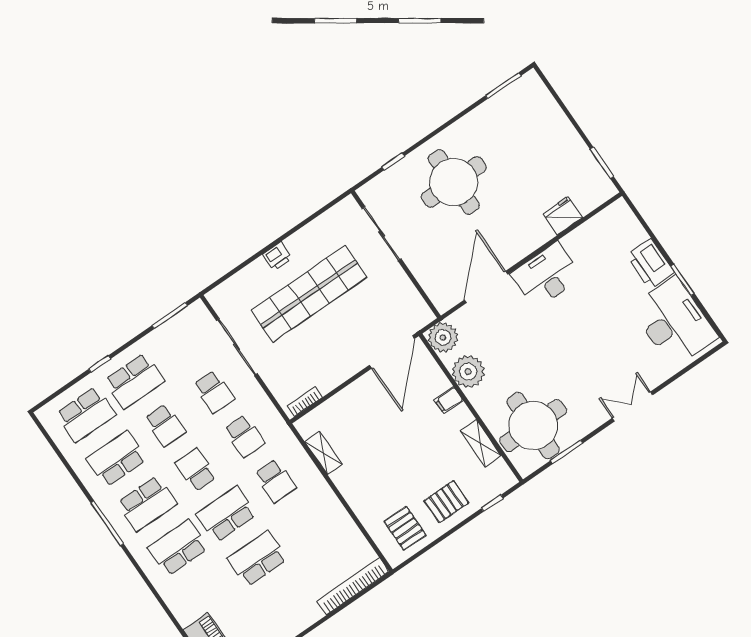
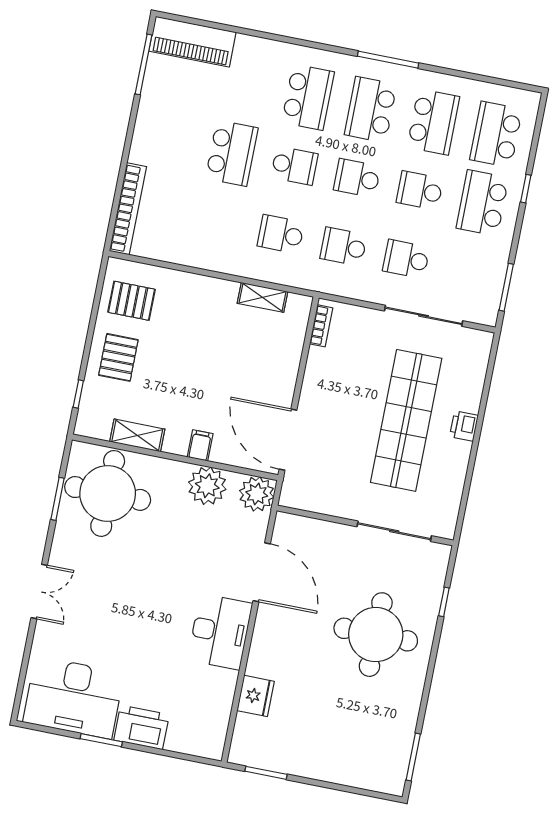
school desk: (196, 470) -> (357, 178), turned 180
school desk: (227, 514) -> (294, 166), width x0.54

